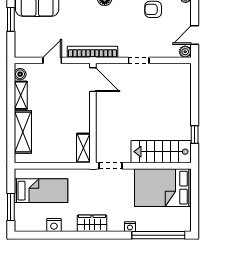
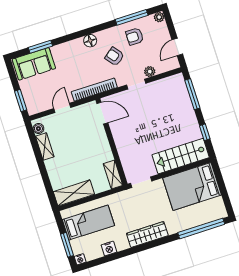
window: (11, 19) -> (21, 100), moved
armchair: (125, 24) -> (115, 56), added
plant: (185, 52) -> (150, 72), moved
window: (195, 90) -> (192, 94), added
shelving: (23, 132) -> (74, 193), moved, turned 90
wardrobe: (92, 223) -> (147, 235), width x1.50
nightstand: (130, 227) -> (80, 259), moved

